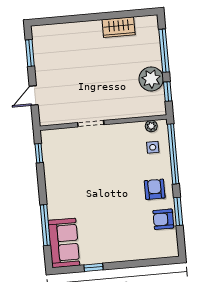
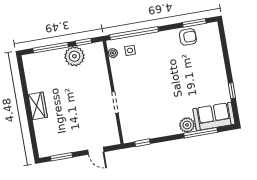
wardrobe: (119, 27) -> (38, 106), moved
armchair: (155, 189) -> (164, 46), removed
plant: (56, 209) -> (187, 125), added
window: (178, 211) -> (194, 23), moved
armchair: (163, 219) -> (188, 37), turned -90

